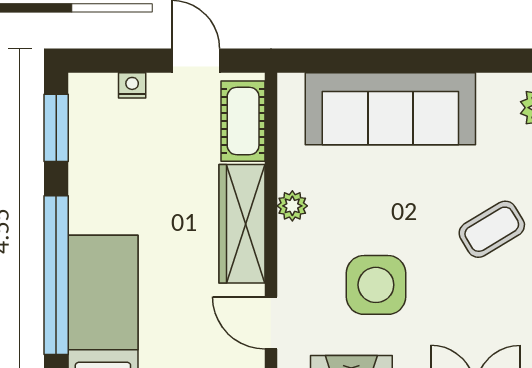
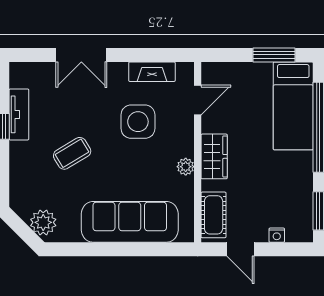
wardrobe: (242, 224) -> (214, 156), width x0.67
door: (271, 323) -> (198, 100), hinge flipped

